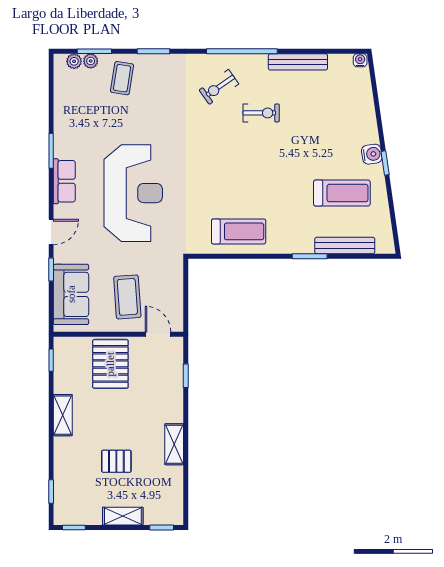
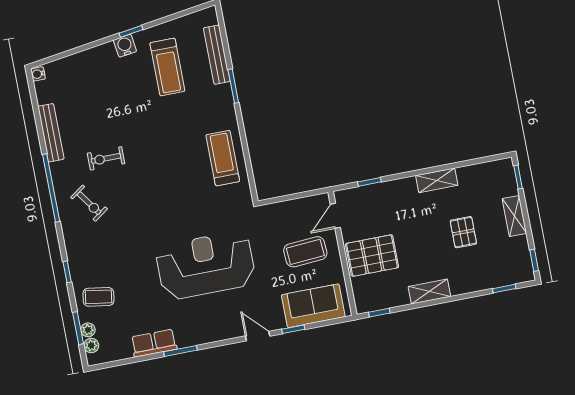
window: (154, 51) -> (67, 272), width x0.67
exercise bike: (261, 113) -> (106, 158), turned -90
row of seats: (64, 181) -> (154, 343), moved
treadmill: (342, 193) -> (167, 67), turned 180

